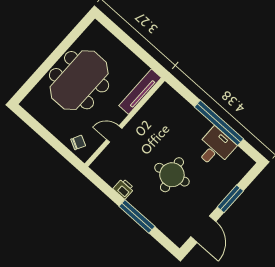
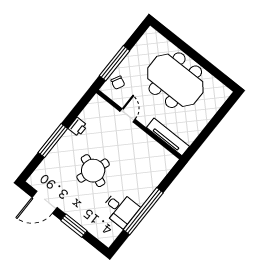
window: (57, 145) -> (115, 63), added
round table: (172, 175) -> (93, 171), turned 33

